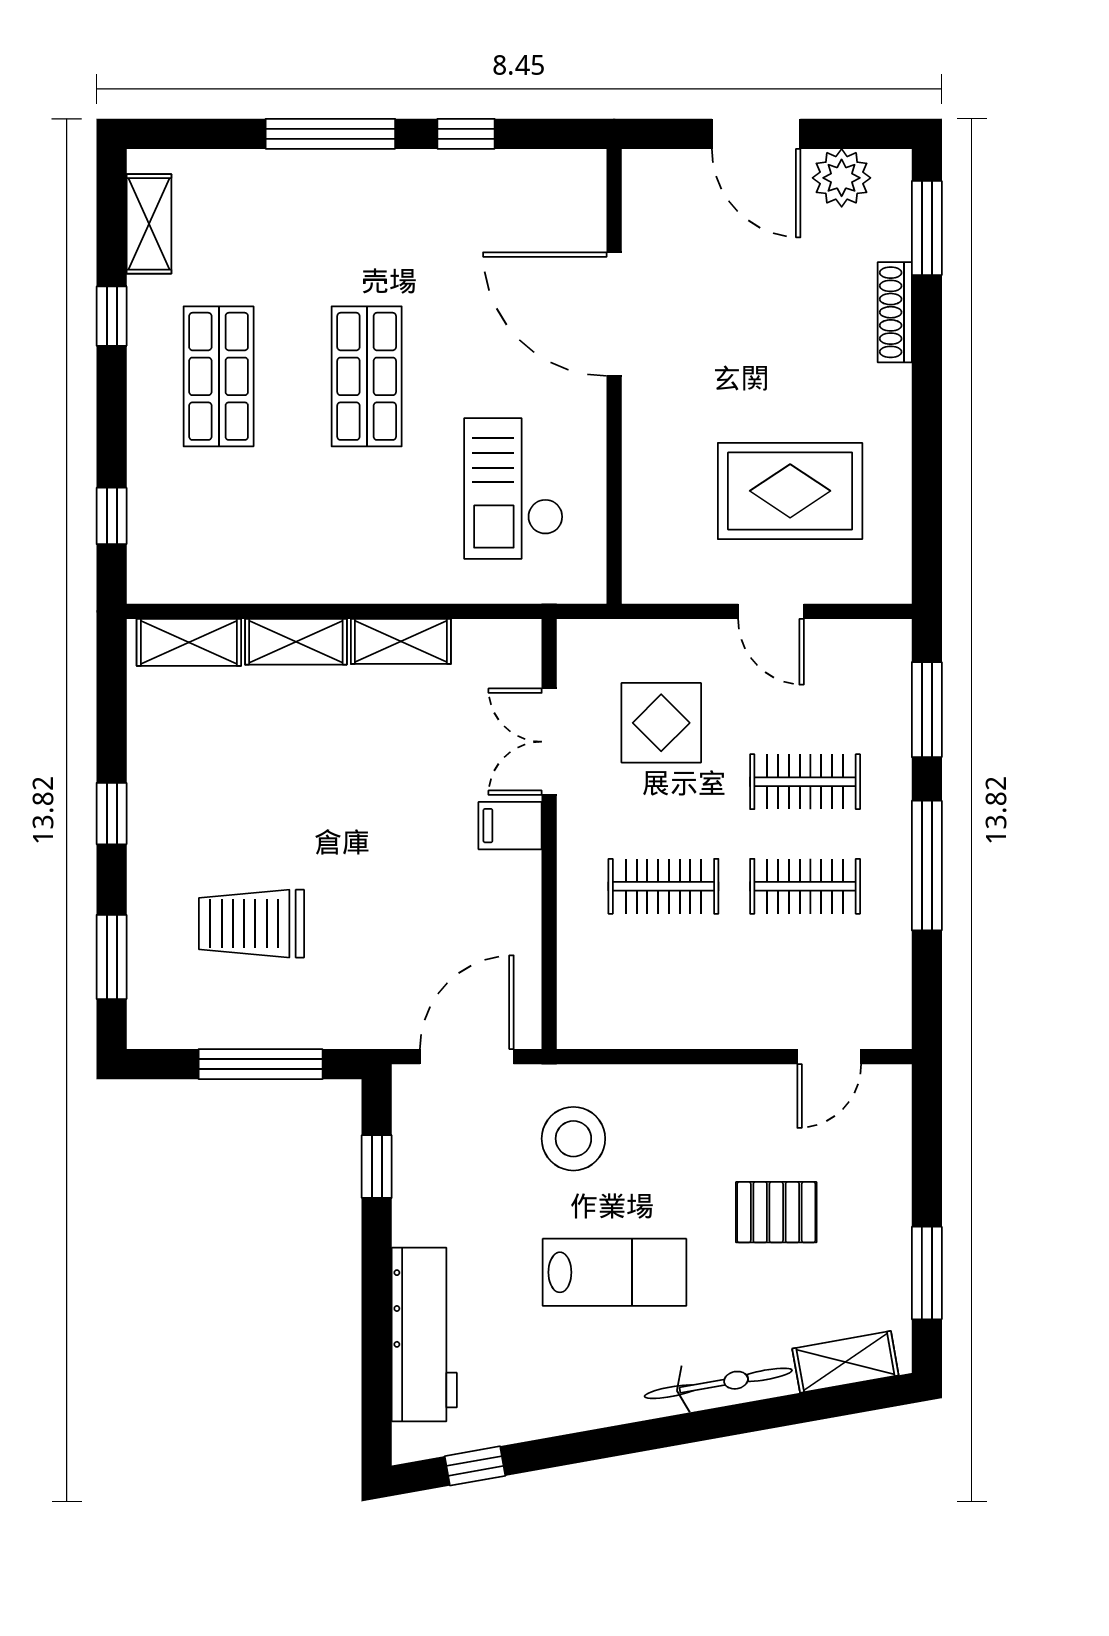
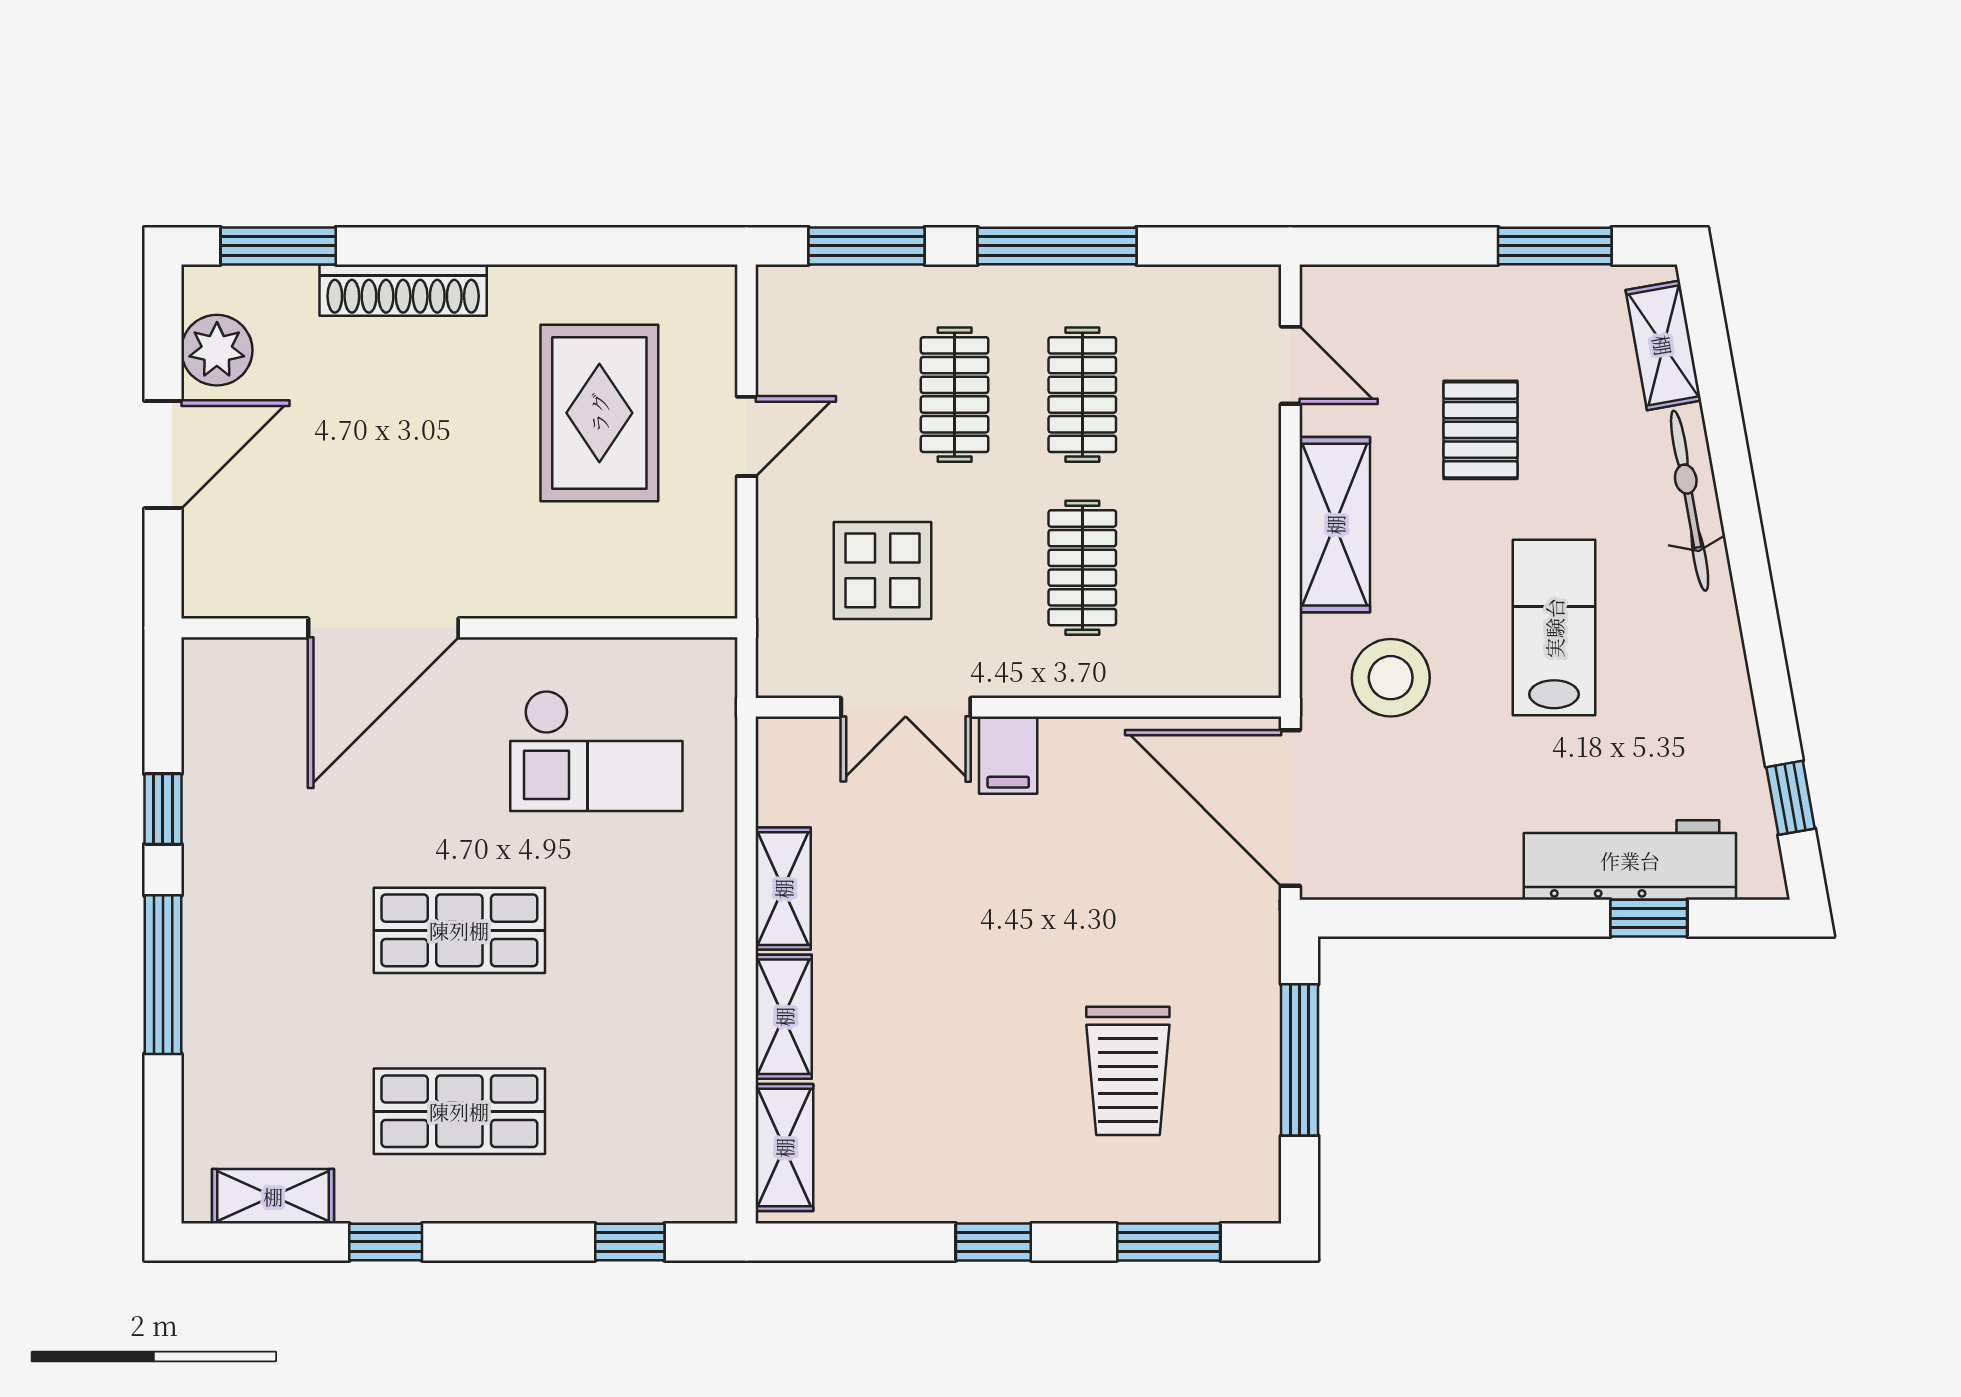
shoe rack: (895, 312) -> (403, 290), width x1.36, depth x1.24
door: (467, 1057) -> (1290, 808), width x1.36
shelving: (699, 1093) -> (1335, 525), added
window: (377, 1167) -> (1649, 918), moved

